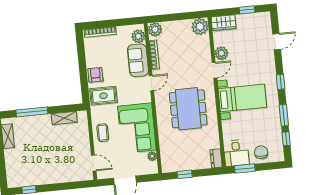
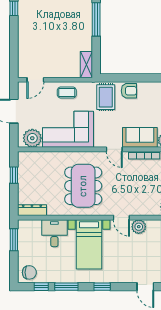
dining table: (188, 109) -> (83, 186), turned 90
shelving: (64, 118) -> (86, 65), moved
chair: (261, 152) -> (29, 272), moved
desk: (236, 153) -> (54, 233), moved, turned 90
plant: (152, 156) -> (32, 138), width x1.88, depth x1.88
dresser: (216, 158) -> (32, 210), width x1.44

